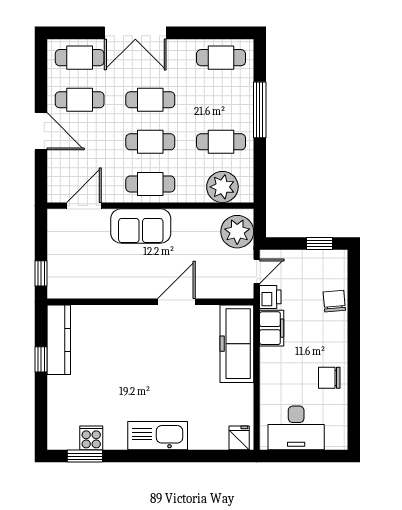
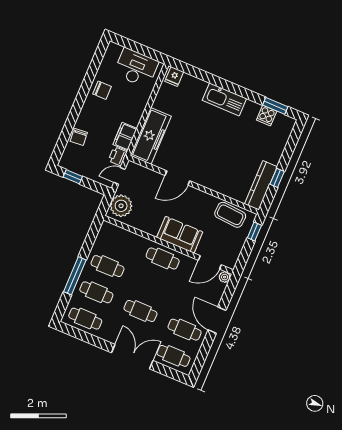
cafe table: (150, 142) -> (96, 292), moved
plant: (222, 187) -> (225, 277), moved, width x0.53, depth x0.53
coffee table: (84, 282) -> (230, 215), added

